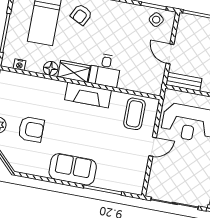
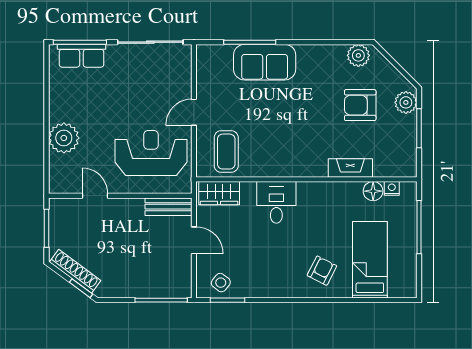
floor lamp: (51, 68) -> (373, 191), moved
wardrobe: (74, 71) -> (219, 193), moved
fireplace: (88, 95) -> (350, 168), moved, width x0.73, depth x0.76
plant: (26, 166) -> (358, 55), added
sofa: (73, 169) -> (265, 62), moved

